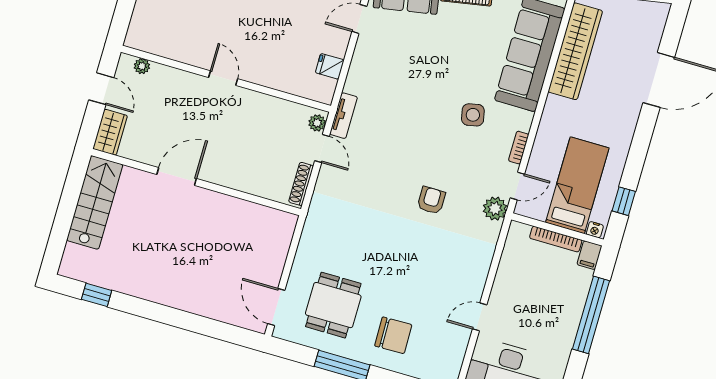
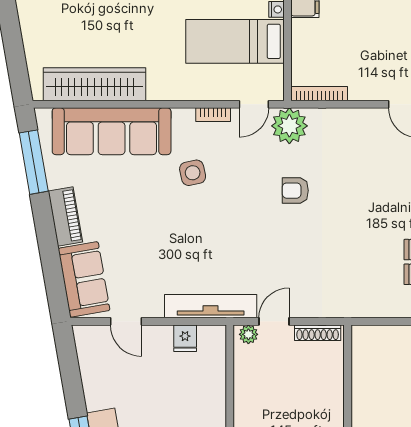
tv unit: (344, 116) -> (211, 306), width x1.92, depth x1.29
door: (517, 186) -> (254, 104), swing flipped
plant: (495, 209) -> (289, 126), width x1.36, depth x1.36
bookcase: (556, 239) -> (319, 94), moved, turned -90

